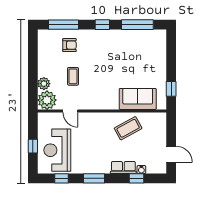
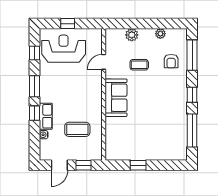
window: (171, 89) -> (138, 165), moved
sofa: (138, 99) -> (116, 98), moved
plant: (47, 100) -> (160, 34), moved, width x0.53, depth x0.53
coffee table: (128, 128) -> (77, 129), moved, turned -61
window: (171, 131) -> (84, 165), added
window: (137, 178) -> (35, 113), moved

